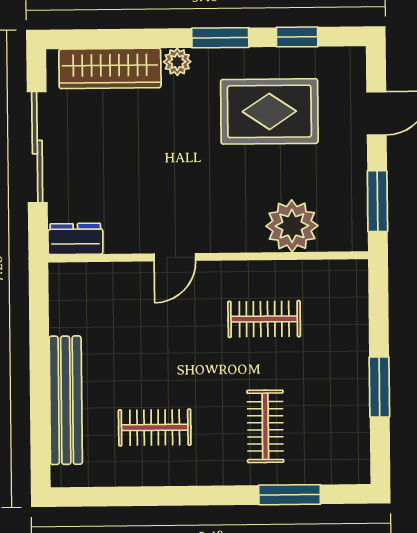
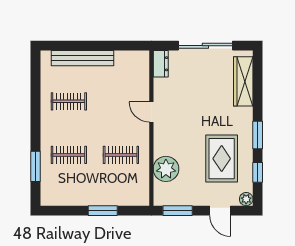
plant: (177, 62) -> (246, 199), moved
clothes rail: (264, 319) -> (121, 155), turned 90
window: (379, 387) -> (103, 211), moved
clothes rail: (155, 427) -> (69, 101), turned 90

